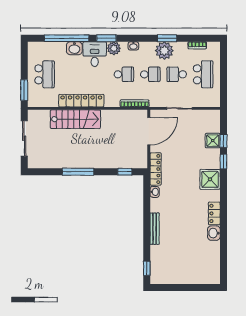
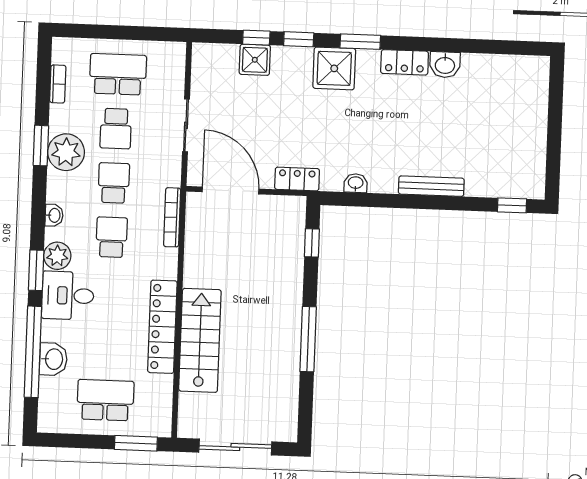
washbasin: (74, 48) -> (53, 359), moved
locker: (156, 169) -> (297, 179), width x0.66
window: (223, 191) -> (360, 42), added

